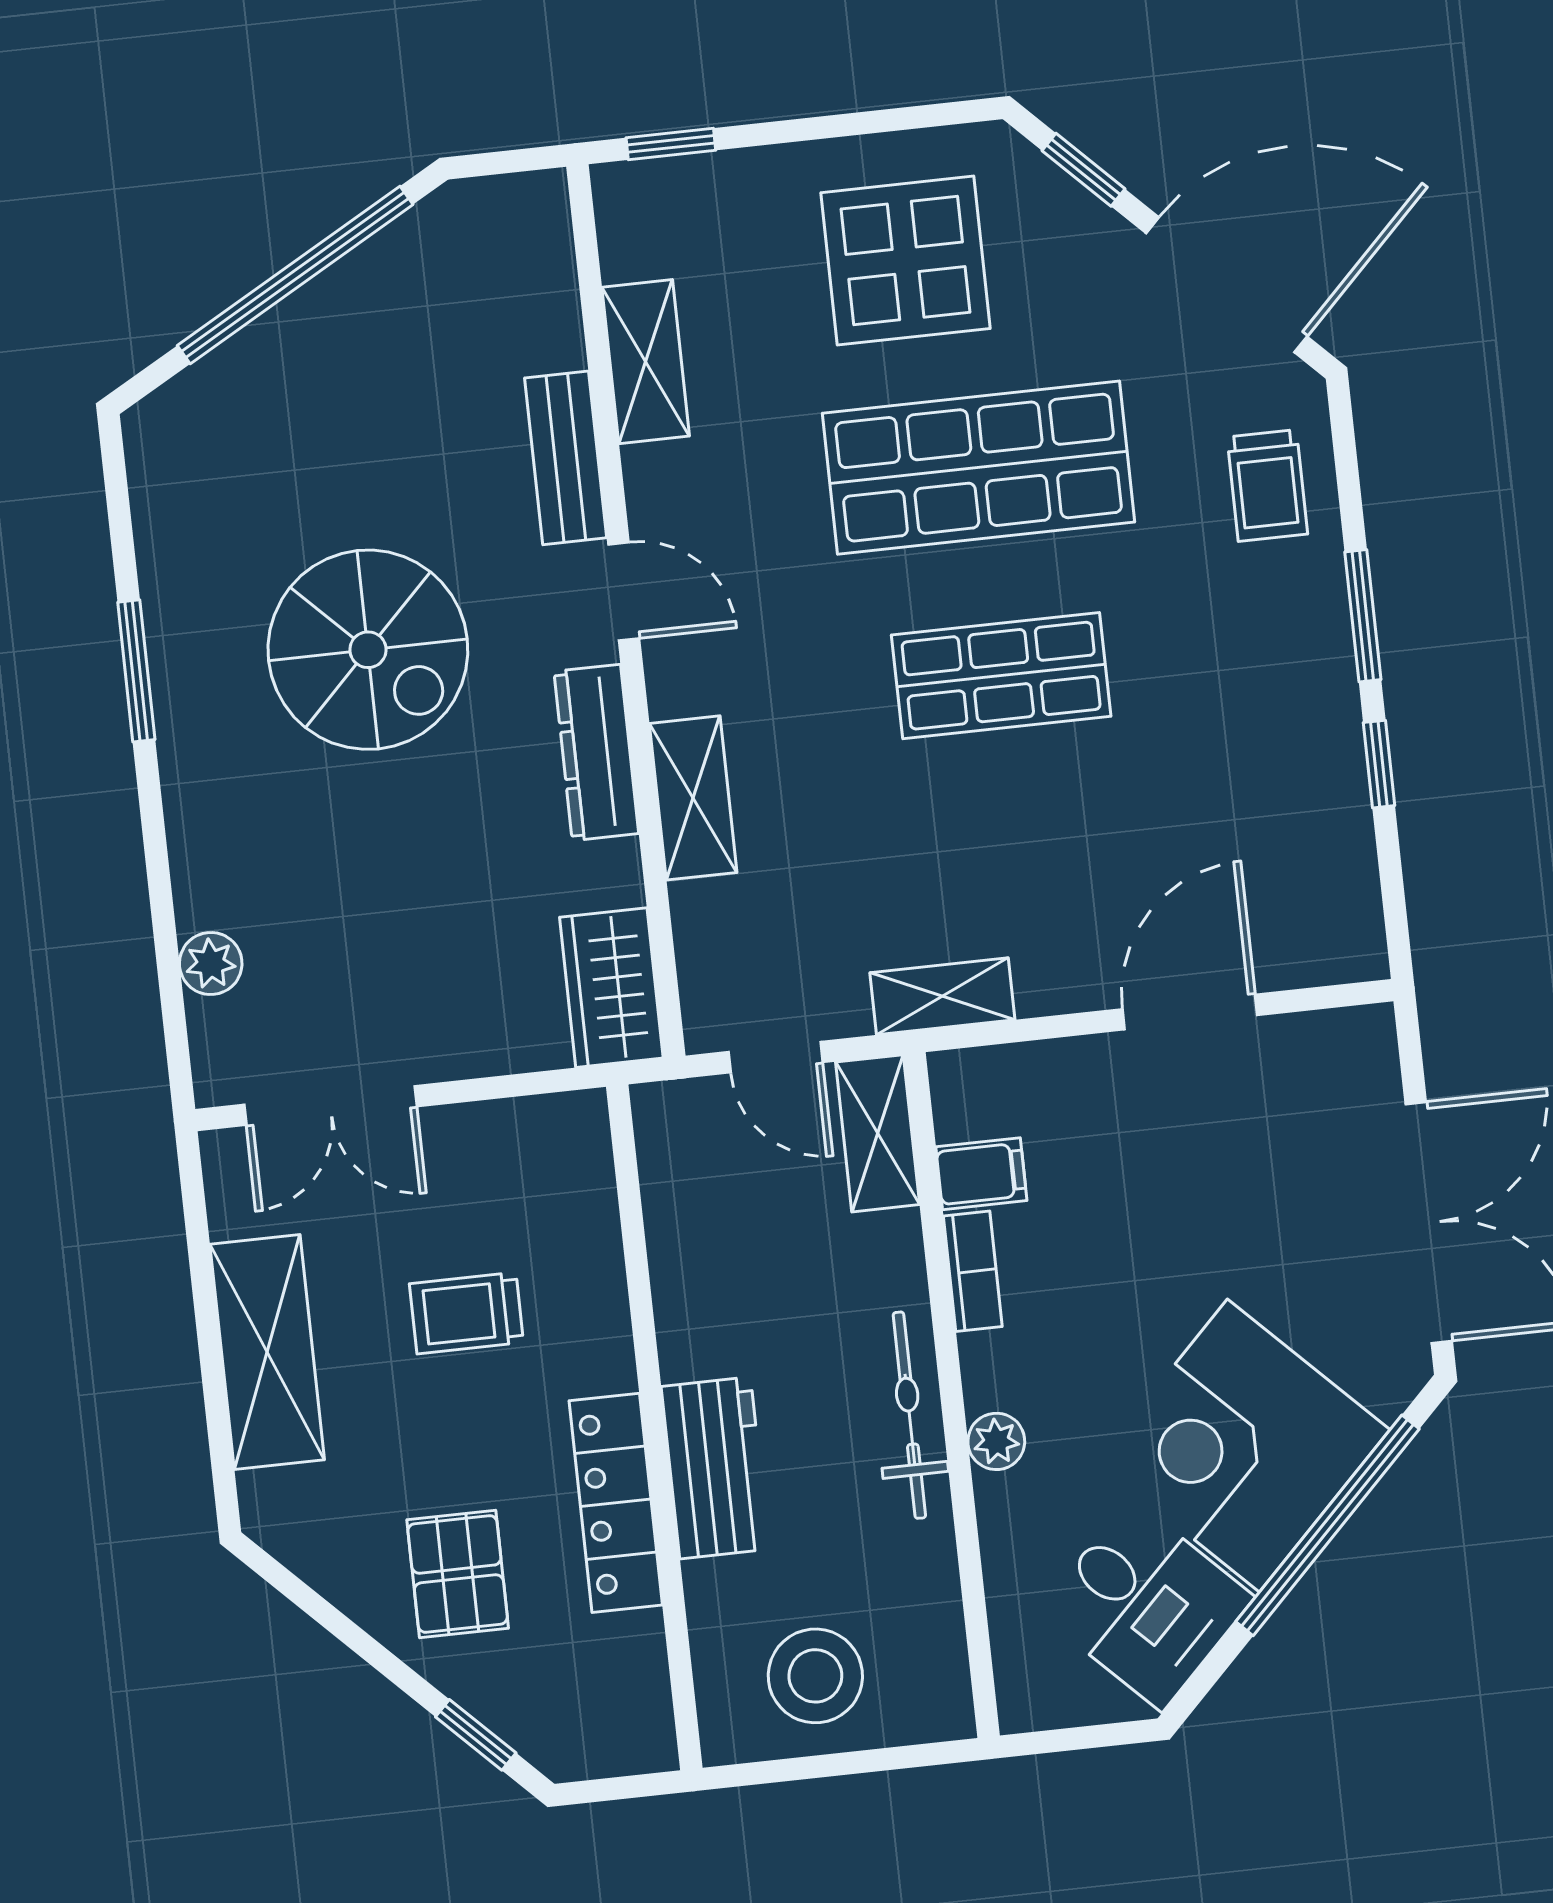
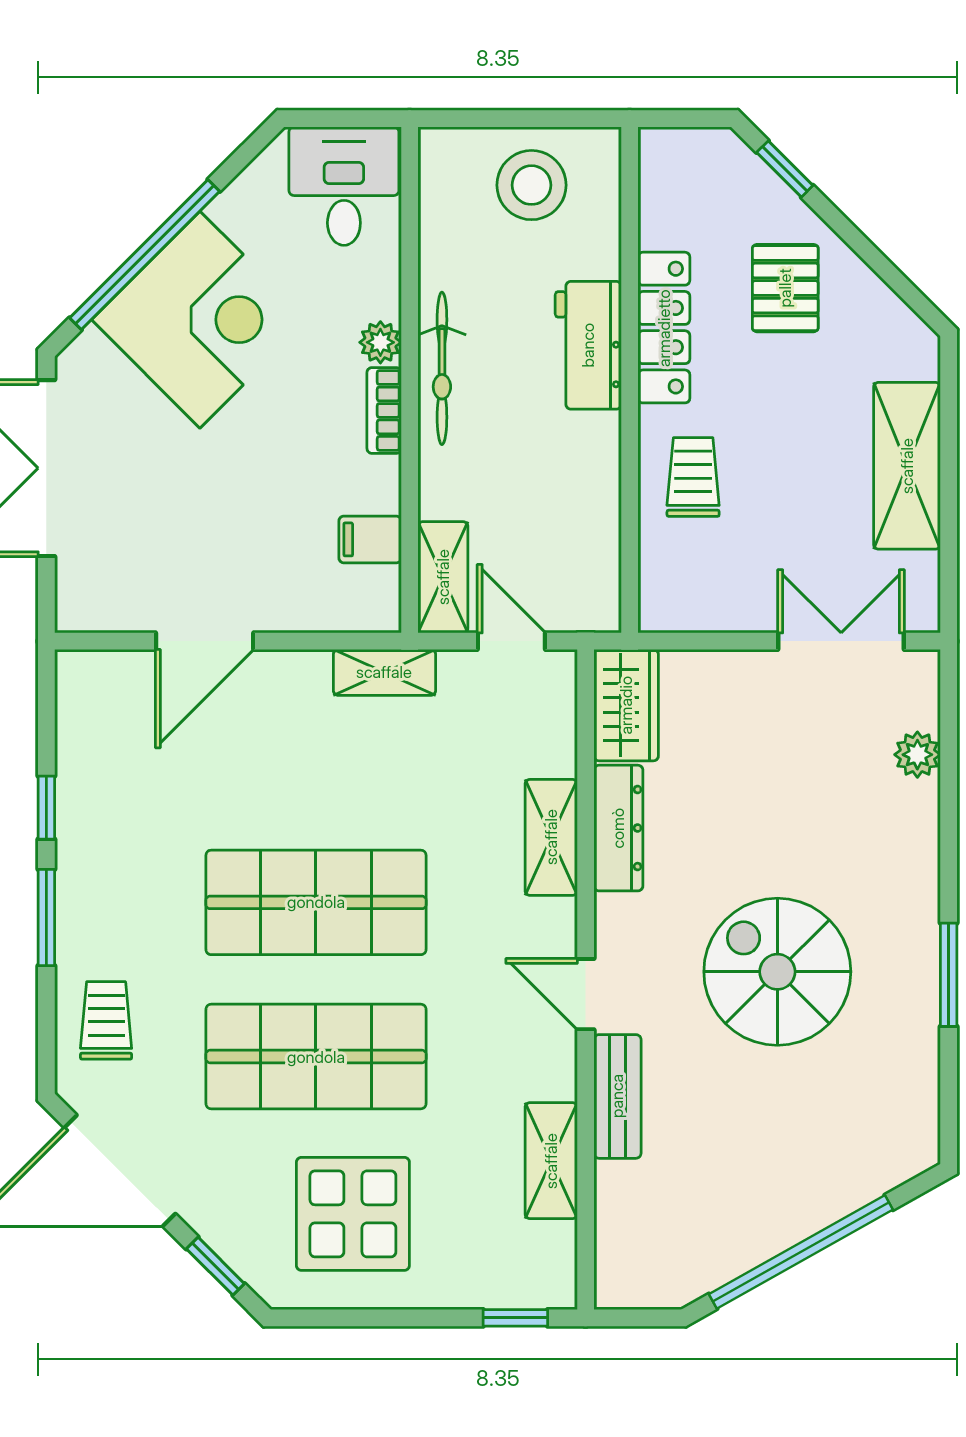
shop shelf: (1001, 676) -> (316, 902), width x1.43, depth x1.36
dresser: (596, 752) -> (618, 828), moved
bookcase: (973, 1271) -> (384, 410), moved
trolley: (466, 1313) -> (693, 477), moved, turned -90
desk: (1146, 1605) -> (344, 186), moved, turned 45

